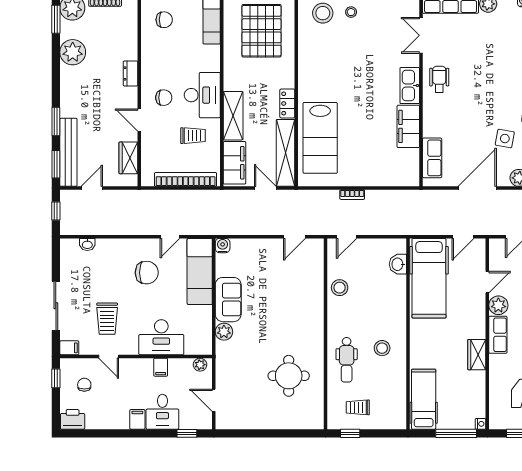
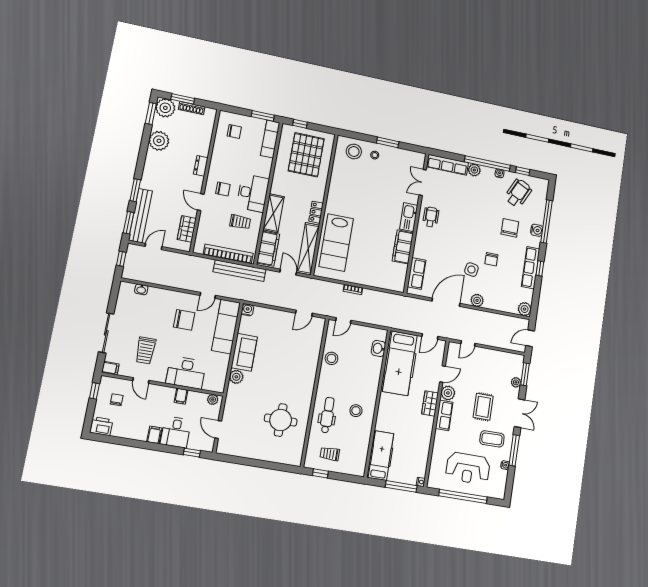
bench: (204, 198) -> (239, 271), added
wardrobe: (477, 355) -> (430, 403), moved
dental chair: (347, 360) -> (327, 415), turned 180

